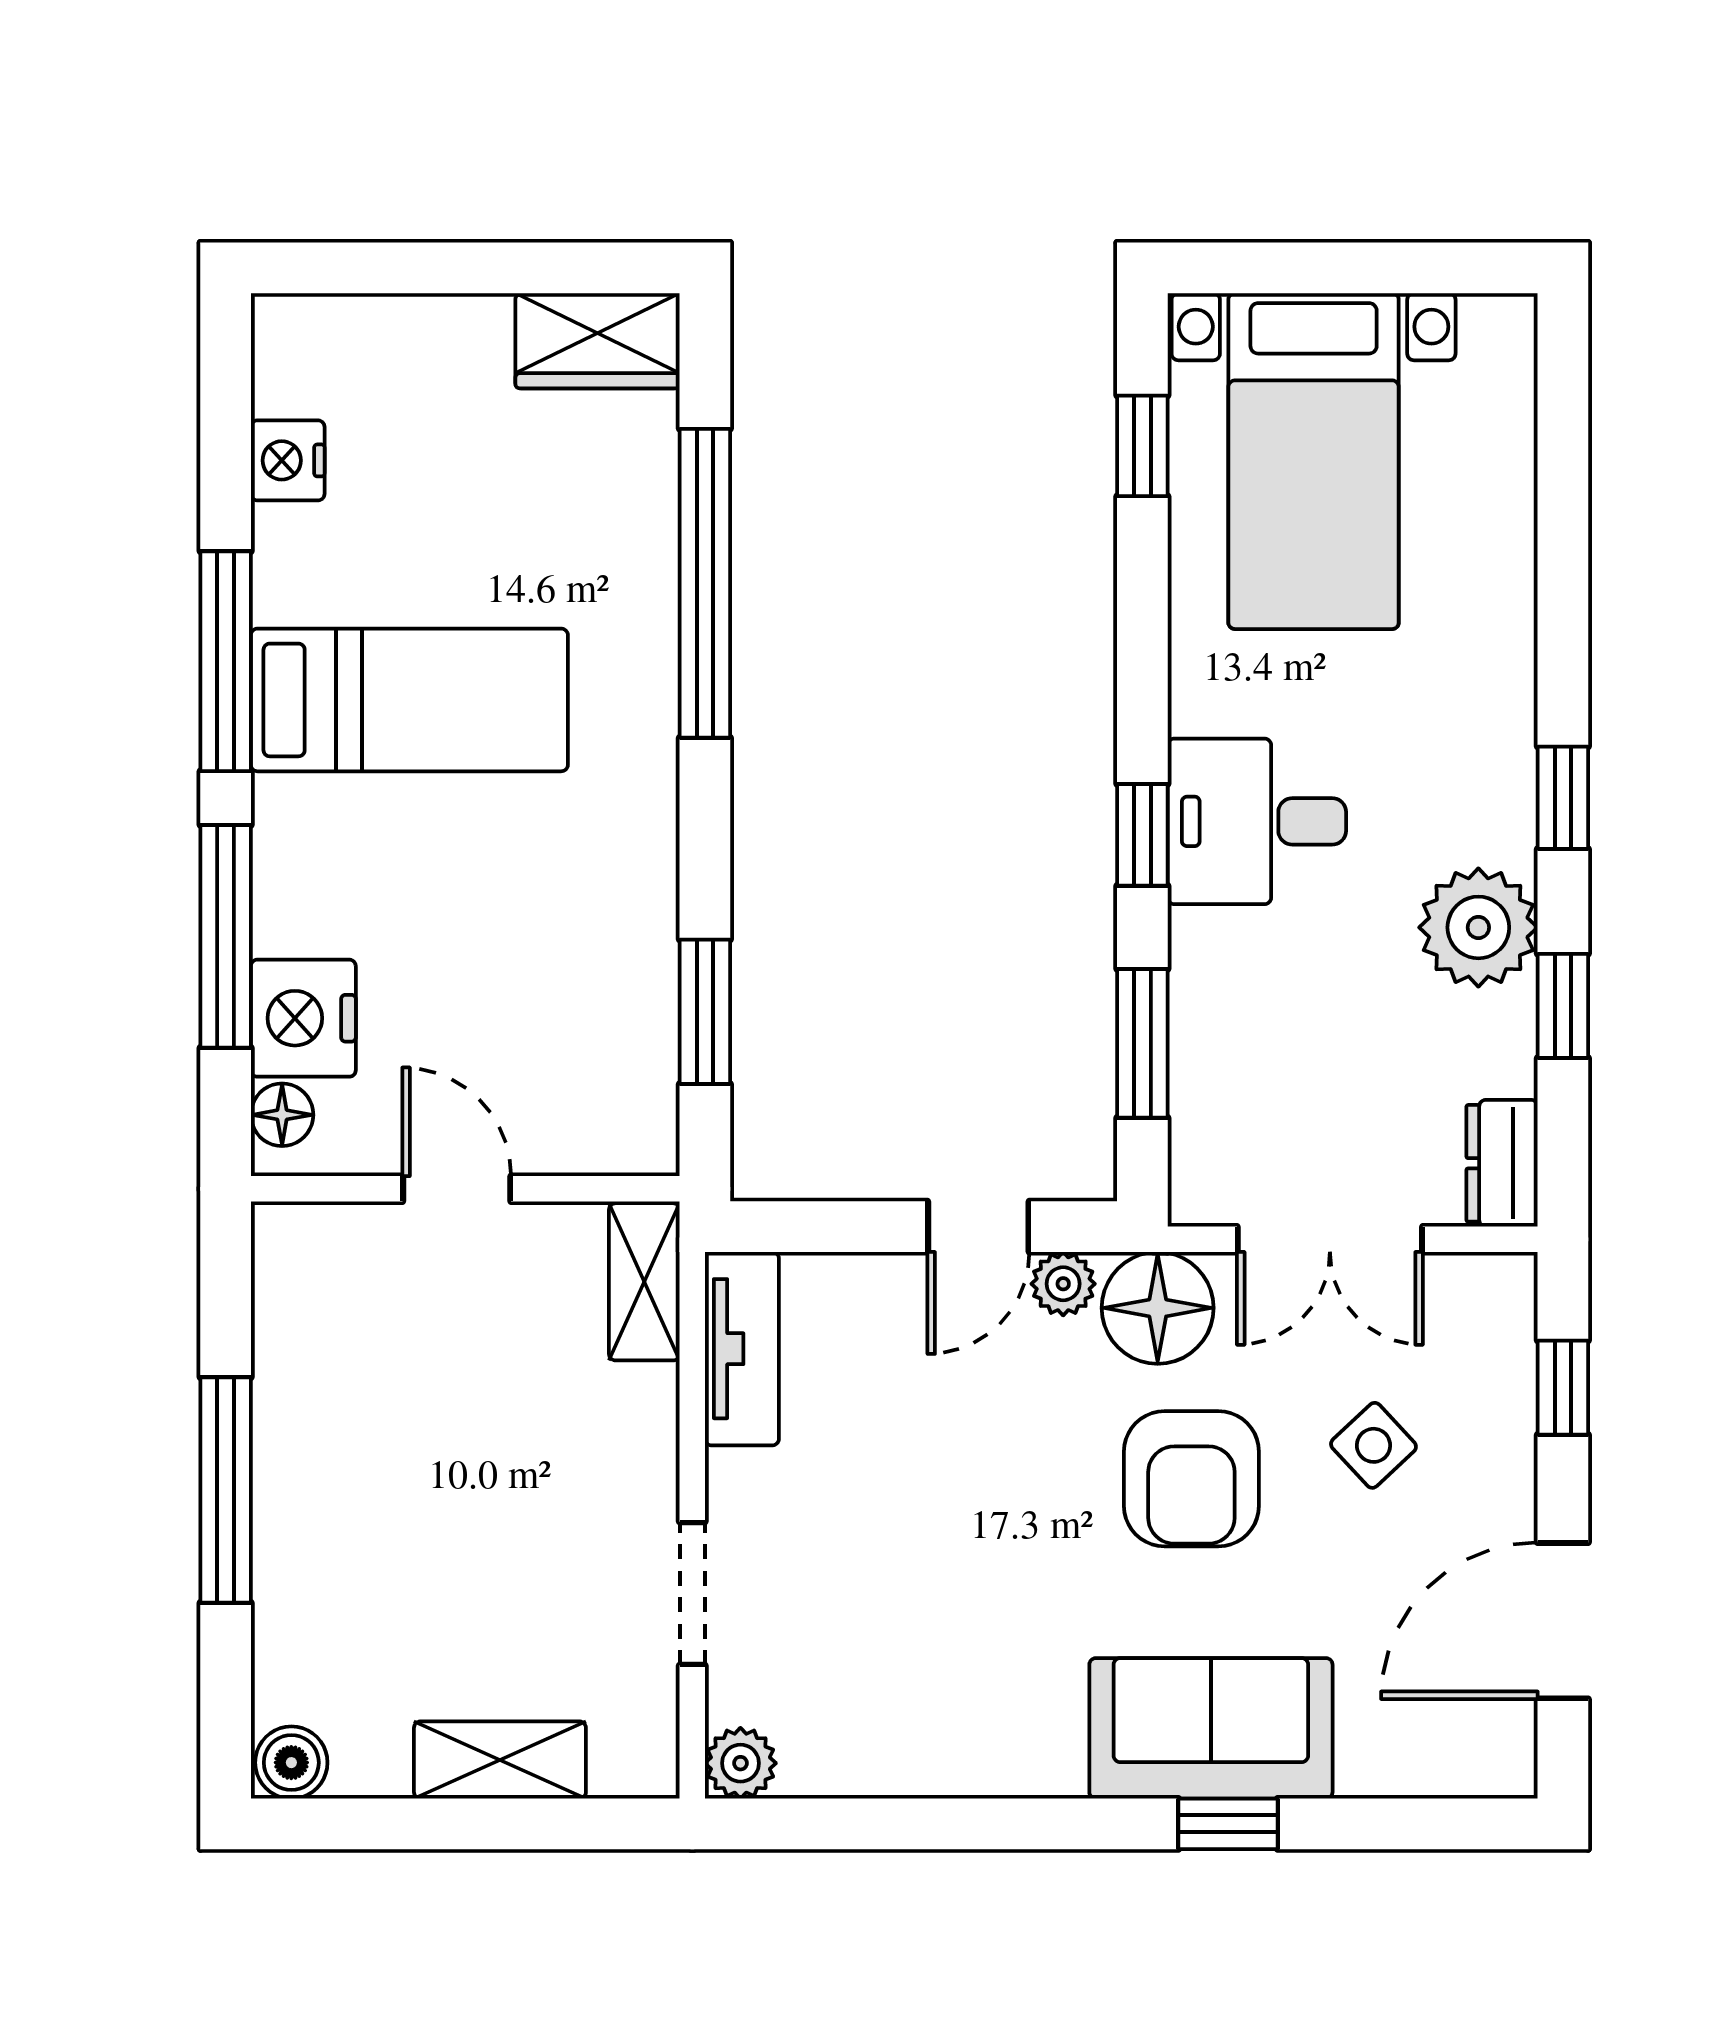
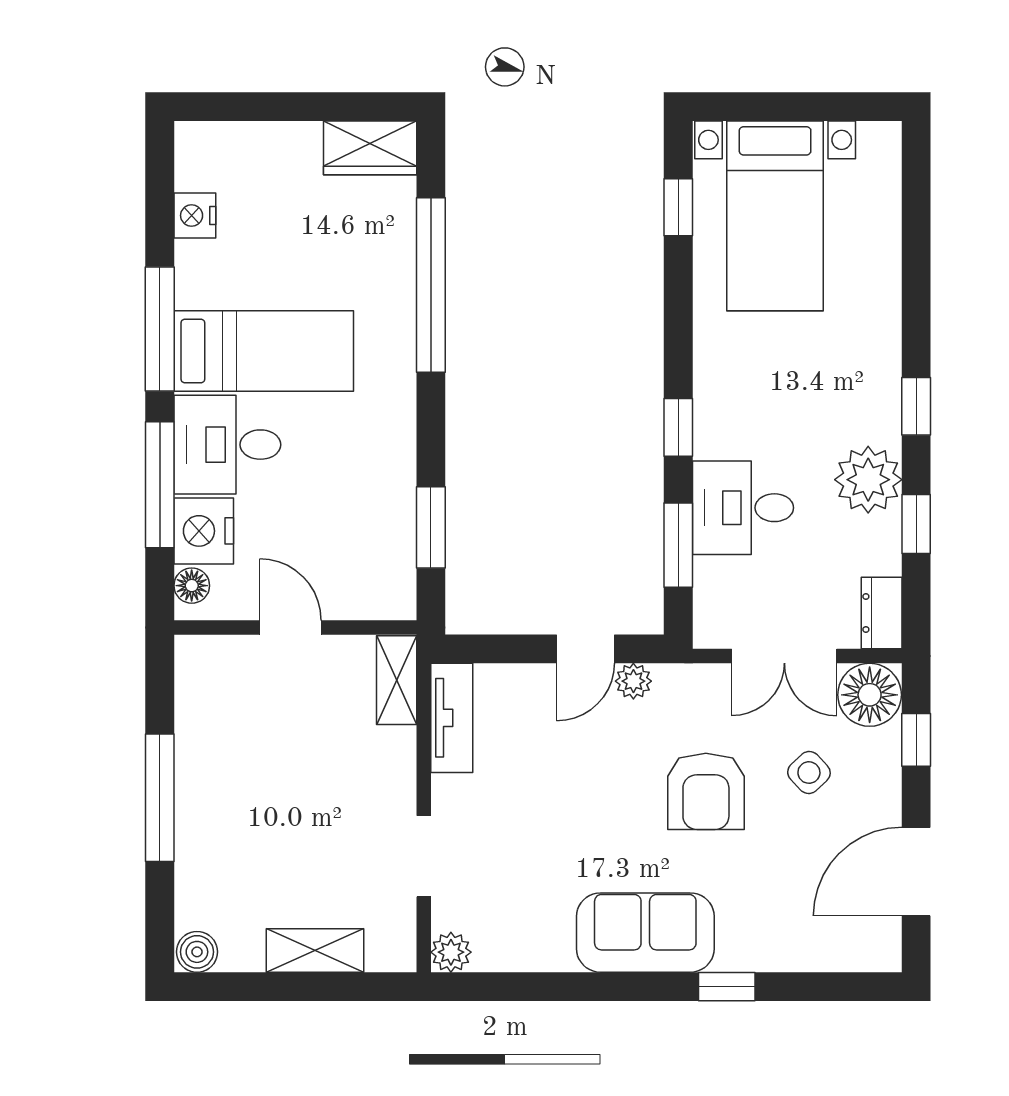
desk: (1257, 821) -> (743, 508), moved
desk: (345, 865) -> (227, 445), added
floor lamp: (1158, 1308) -> (870, 695), moved
sofa: (1211, 1728) -> (645, 933), moved

